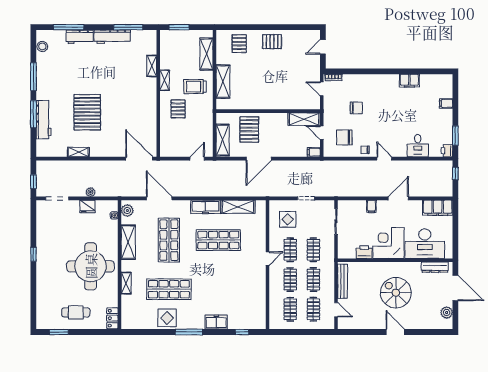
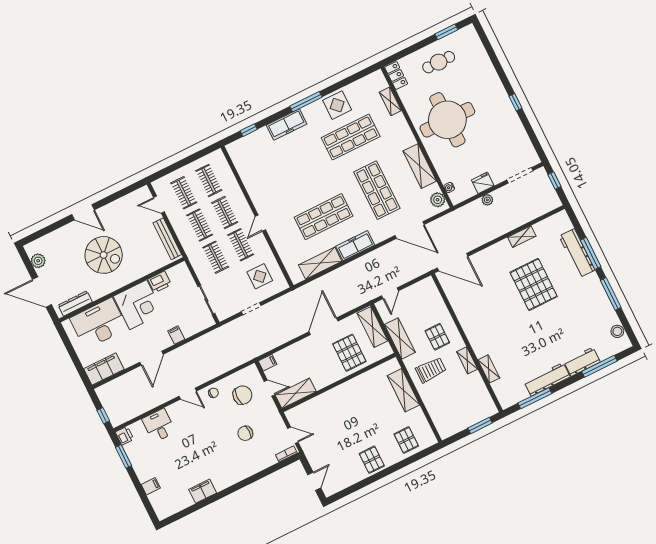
pallet: (272, 42) -> (372, 460), turned 90
shelving: (206, 54) -> (400, 338), moved
shelving: (126, 283) -> (390, 101), moved
freezer: (216, 322) -> (287, 125), width x1.40

